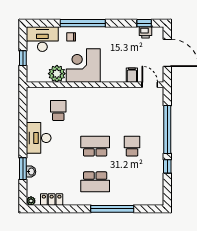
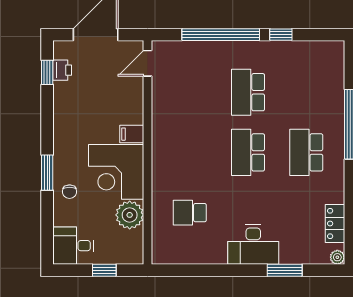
window: (83, 23) -> (47, 173), width x0.47
desk: (42, 39) -> (73, 246), width x0.73
filing cabinet: (132, 75) -> (132, 134), moved
desk: (39, 138) -> (253, 245), moved
school desk: (132, 146) -> (248, 92), width x1.85
washbasin: (31, 172) -> (289, 257), removed
school desk: (95, 182) -> (306, 152), turned 180

